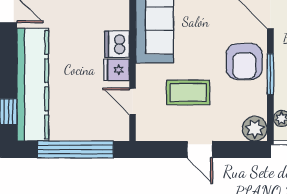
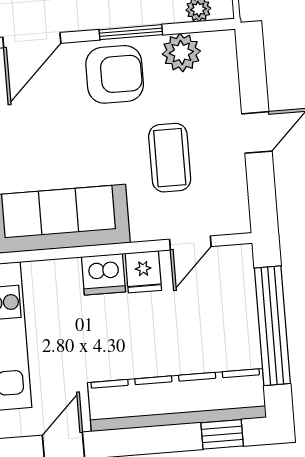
plant: (255, 129) -> (181, 52), moved

